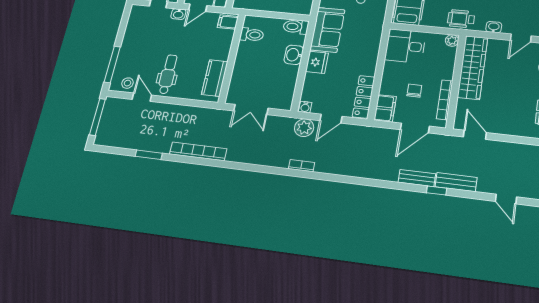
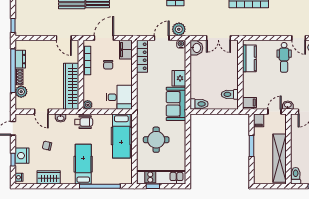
door: (521, 38) -> (41, 112), swing flipped
washbasin: (294, 55) -> (196, 48), moved
double door: (251, 109) -> (218, 38), swing flipped

